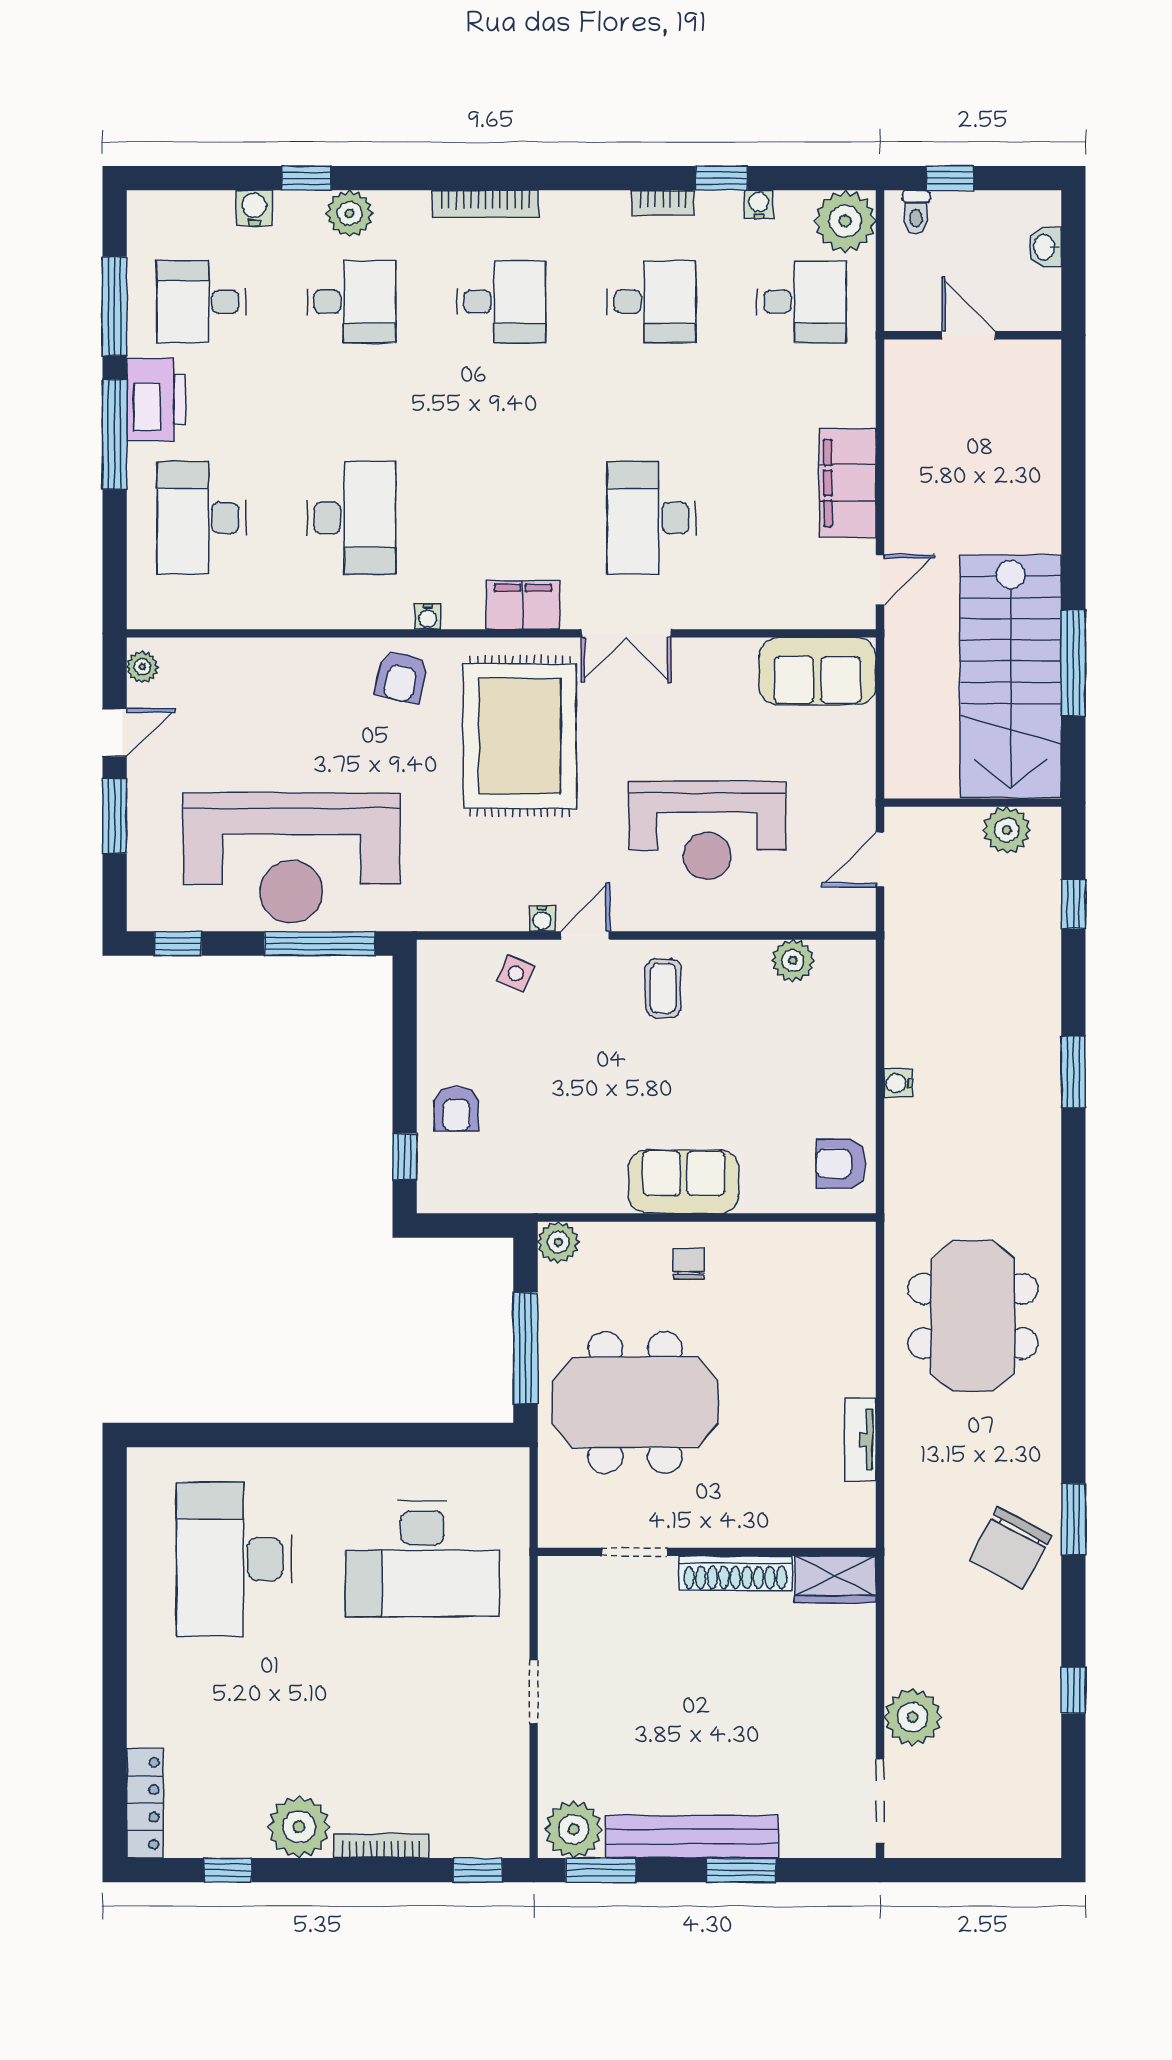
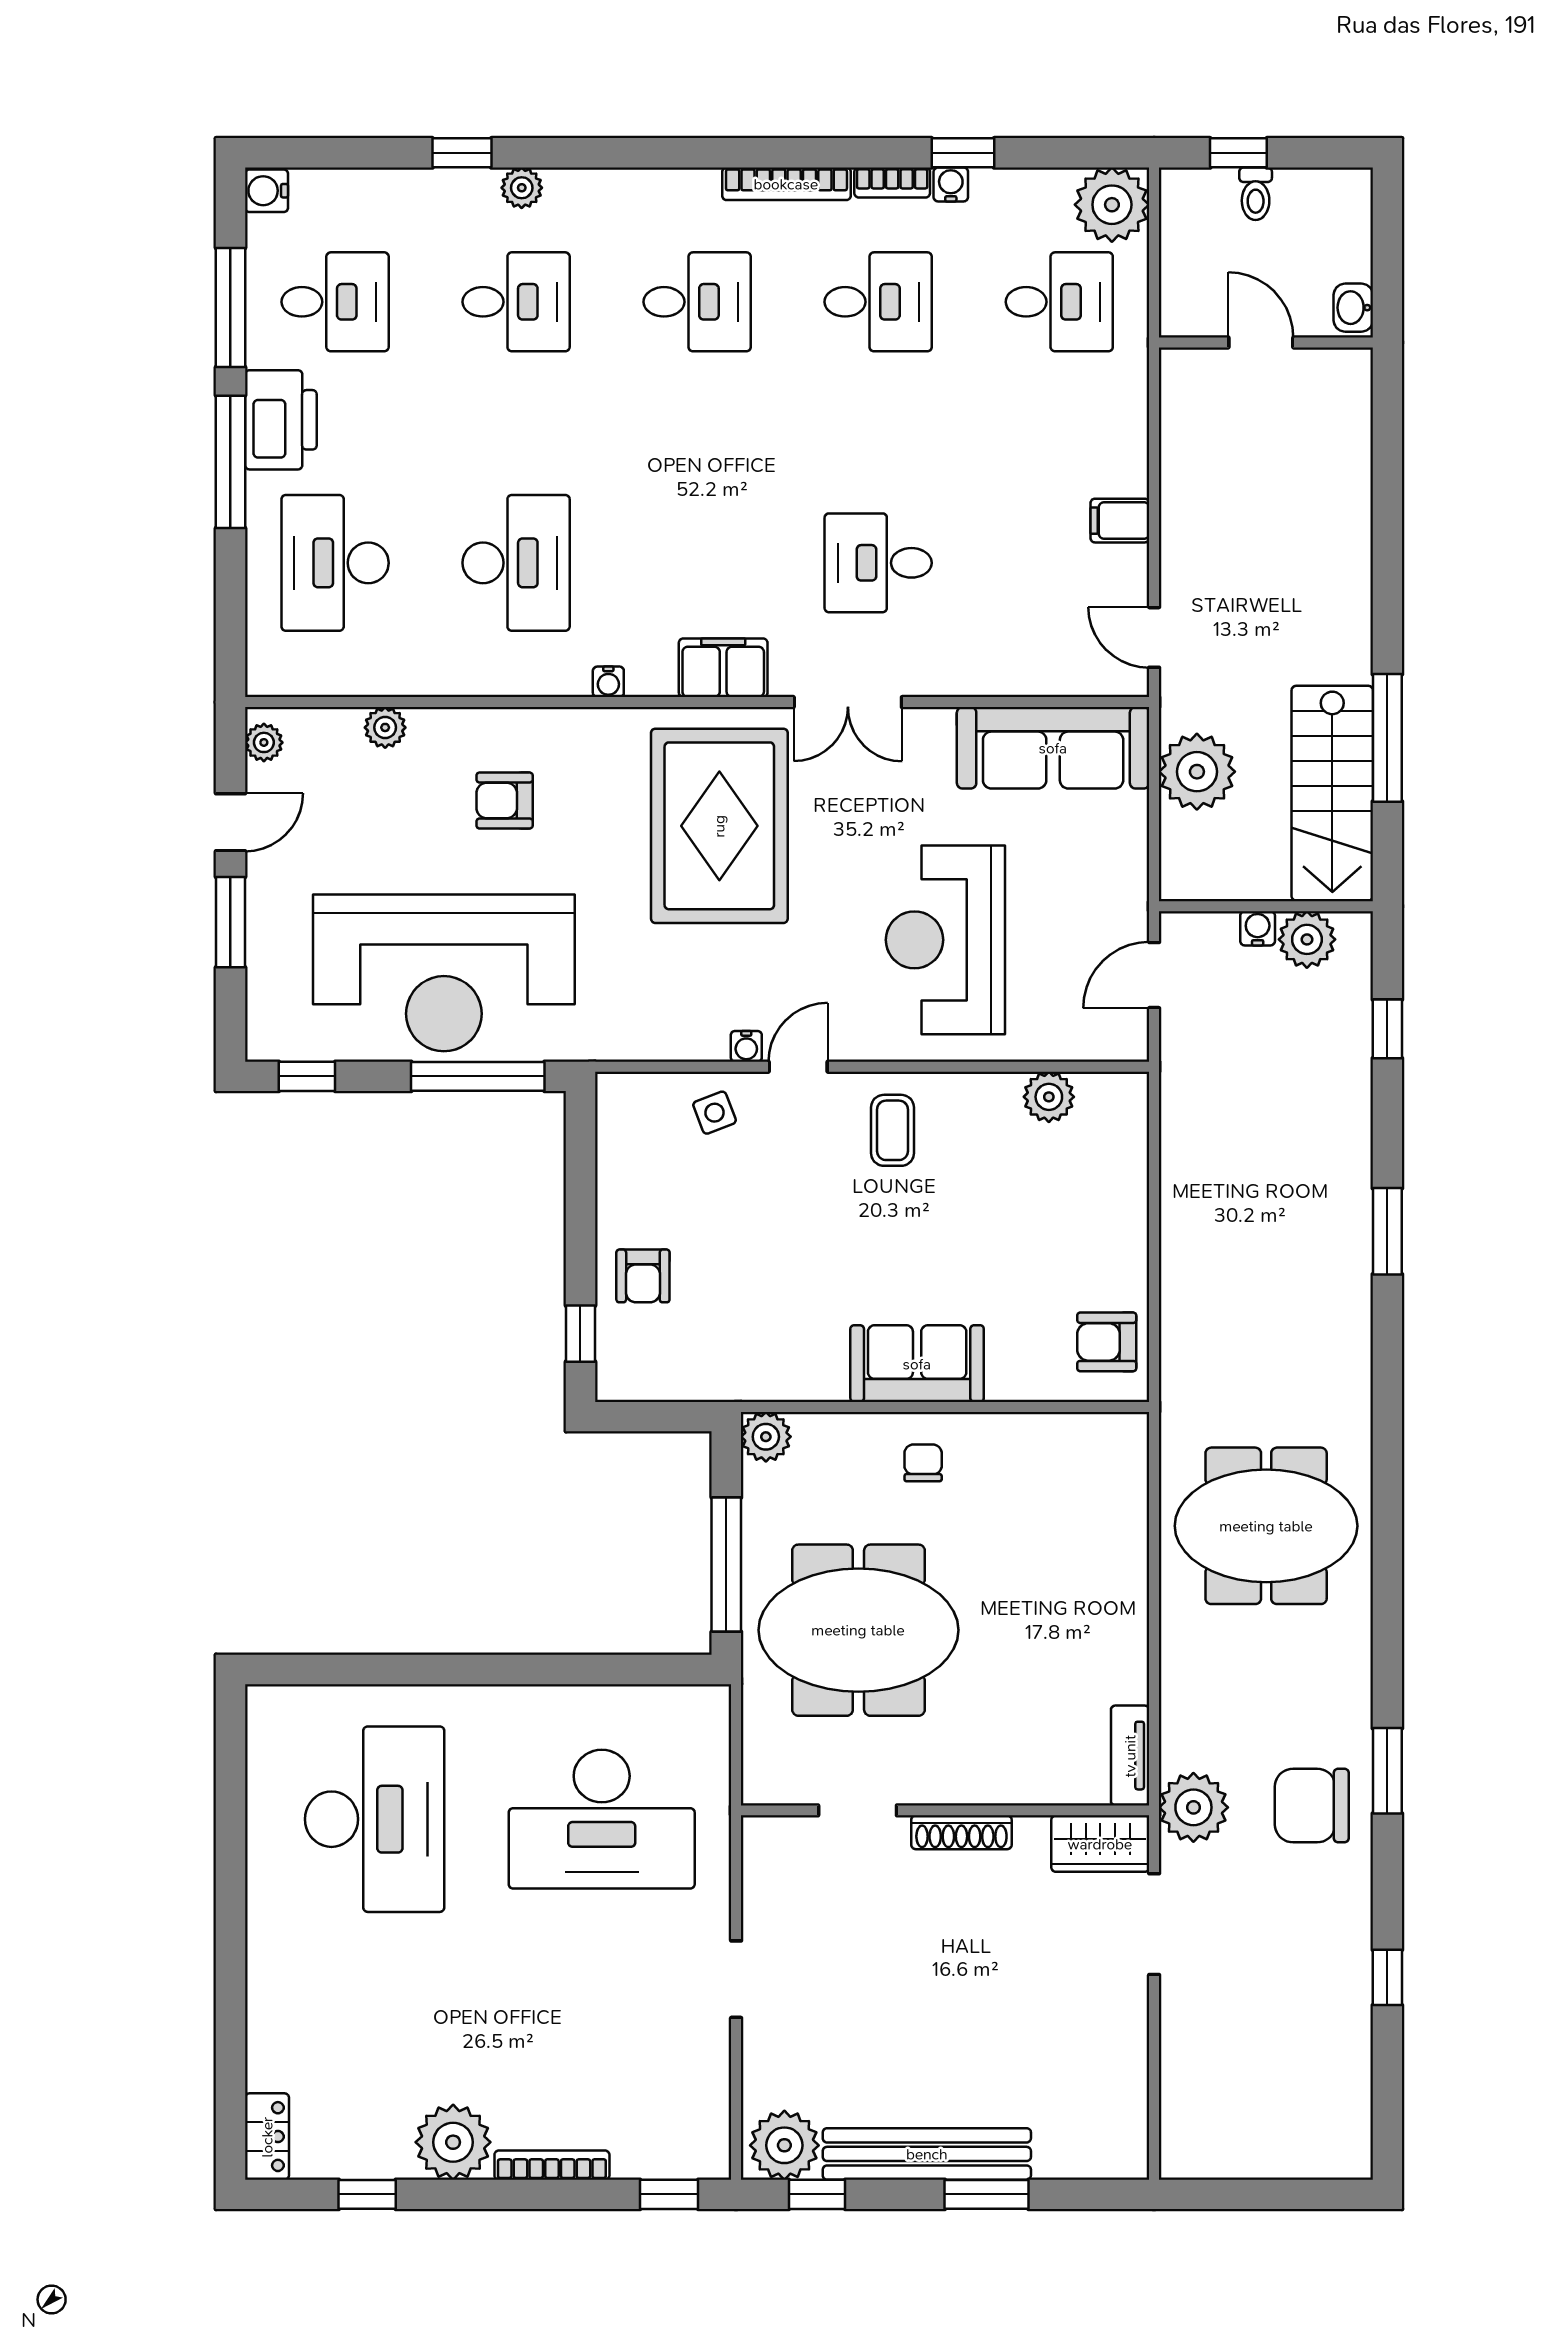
bookcase: (485, 204) -> (786, 184), moved
water cooler: (759, 204) -> (951, 184), moved
water cooler: (254, 208) -> (267, 191), moved, turned -90
toilet: (916, 212) -> (1256, 194), moved
plant: (350, 213) -> (522, 188), width x0.73, depth x0.73
washbasin: (1045, 247) -> (1353, 308), moved
desk: (201, 302) -> (335, 302), turned 180
filing cabinet: (848, 483) -> (1120, 521), width x0.33, depth x0.86
desk: (651, 518) -> (878, 563), width x0.73
door: (880, 580) -> (1154, 637), swing flipped
plant: (243, 654) -> (385, 727), added
sofa: (817, 671) -> (1053, 748), width x1.36
stairs: (1011, 676) -> (1332, 793), width x0.73, depth x0.66
armchair: (402, 677) -> (505, 801), moved, turned 77
plant: (916, 691) -> (1197, 772), added
reception desk: (707, 830) -> (945, 940), turned 90
side table: (516, 974) -> (715, 1113), turned 45
water cooler: (898, 1083) -> (1258, 928), moved, turned 90
meeting table: (973, 1316) -> (1266, 1526), turned 90
tv unit: (860, 1440) -> (1130, 1756), moved
chair: (1011, 1548) -> (1312, 1806), turned 62
desk: (234, 1559) -> (375, 1819), turned 180
shoe rack: (735, 1573) -> (961, 1832), width x0.74, depth x0.81
plant: (913, 1717) -> (1193, 1807), moved
doorway: (880, 1801) -> (1154, 1924), moved
locker: (145, 1803) -> (267, 2137), width x0.66
window: (601, 1870) -> (817, 2194), width x0.67

